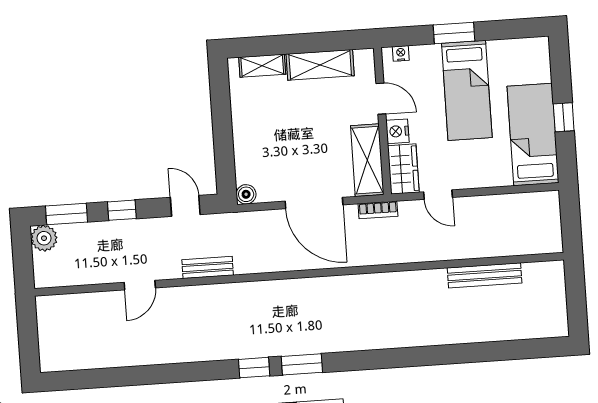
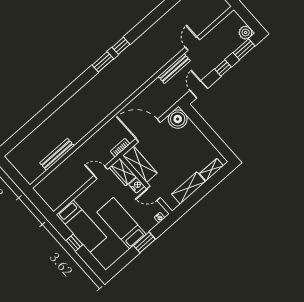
boiler: (246, 194) -> (178, 119), width x1.86, depth x1.86
door: (185, 206) -> (199, 89), swing flipped
bench: (208, 267) -> (174, 69), width x1.36

